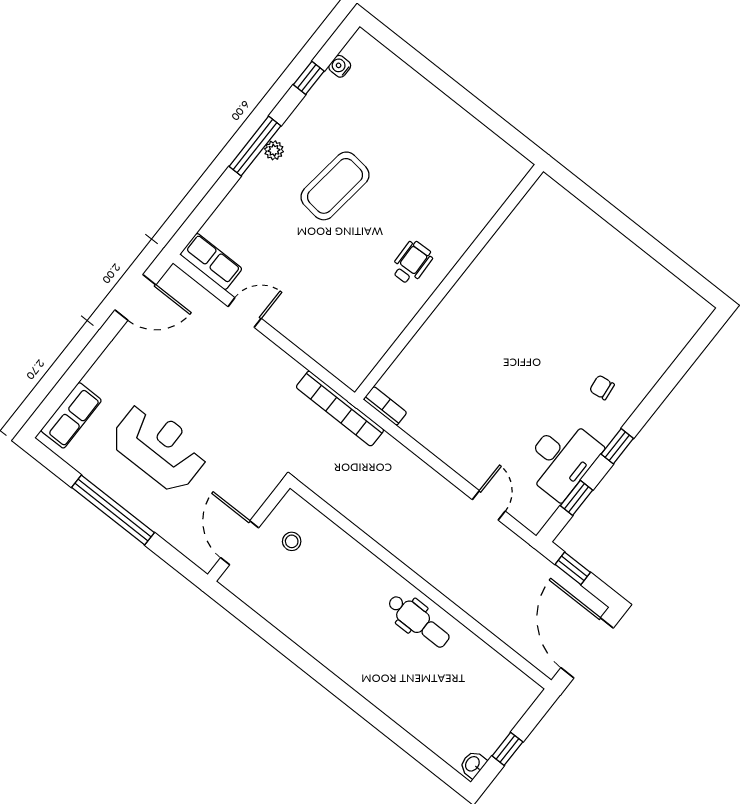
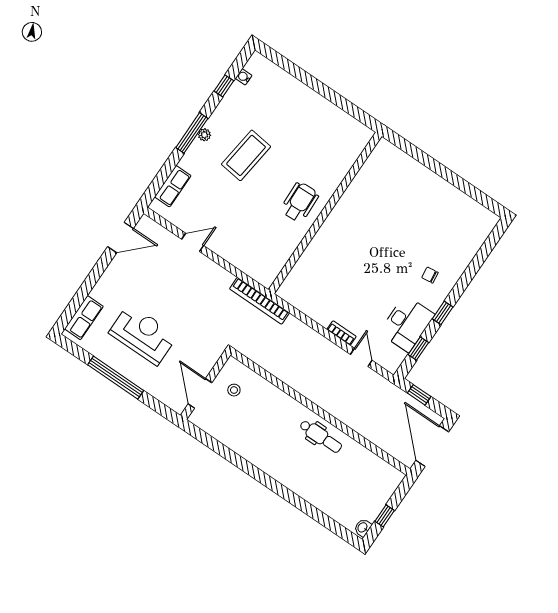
row of seats: (211, 262) -> (173, 186), moved, turned 90
wheelchair: (412, 263) -> (300, 202), width x1.36, depth x1.37
bookcase: (385, 406) -> (342, 333), moved

